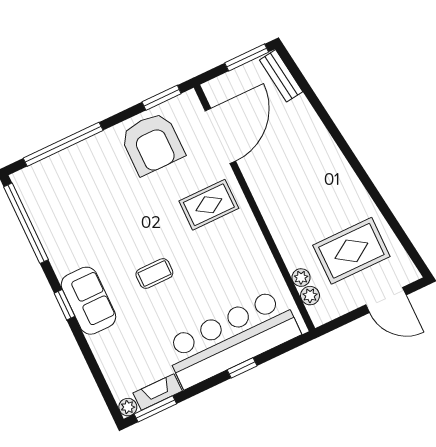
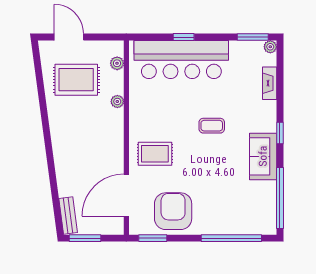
plant: (301, 278) -> (117, 101), moved
sofa: (88, 301) -> (263, 156), moved
fireplace: (158, 392) -> (270, 83), moved, turned 90

